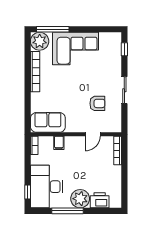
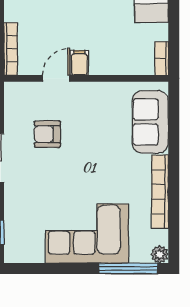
plant: (40, 41) -> (160, 254), width x0.53, depth x0.53
sofa: (48, 122) -> (150, 122), moved, turned 90
filing cabinet: (59, 143) -> (79, 63), moved

